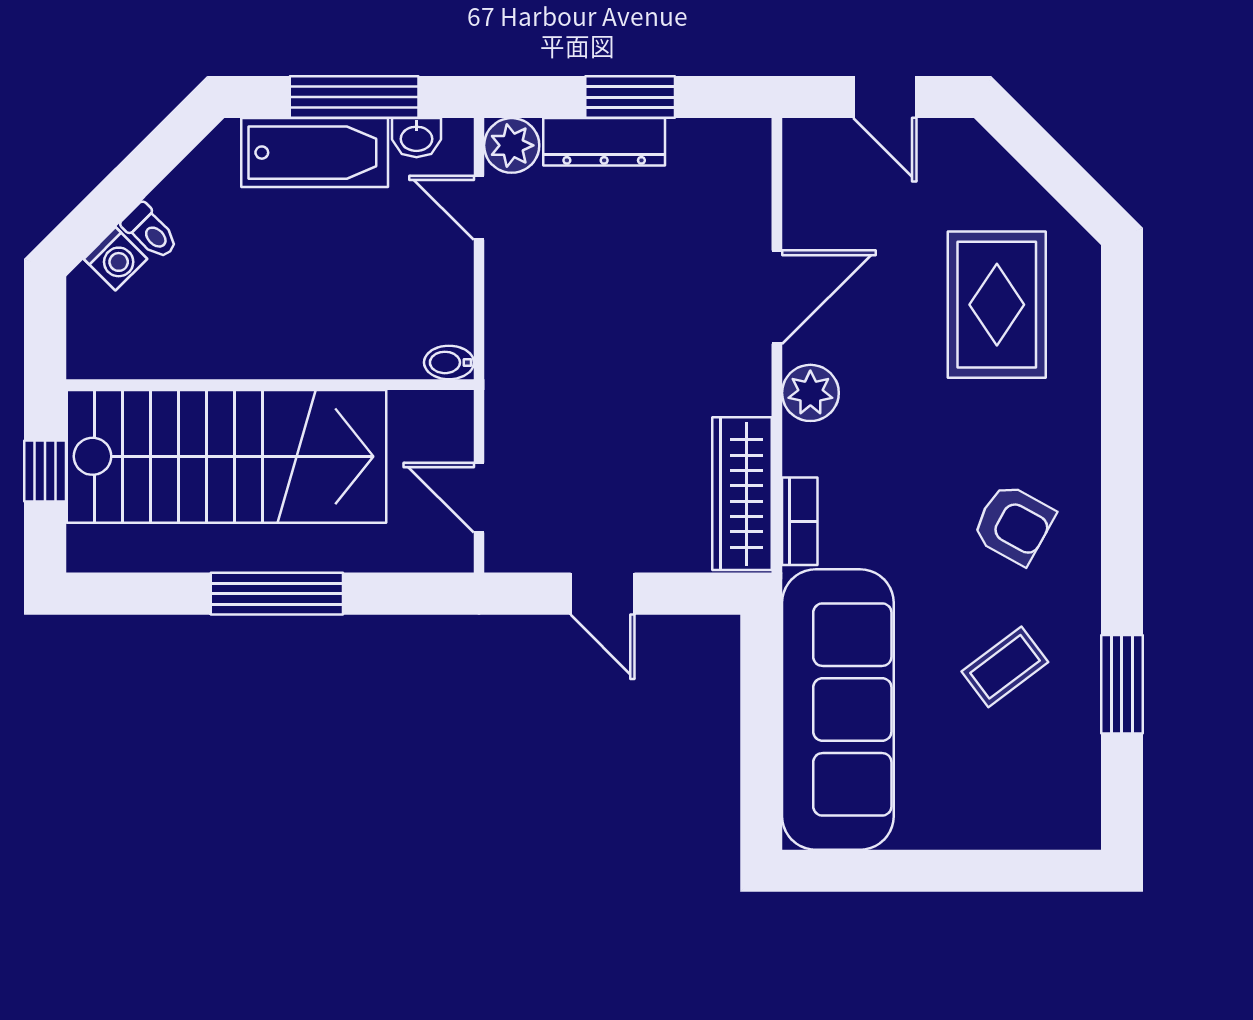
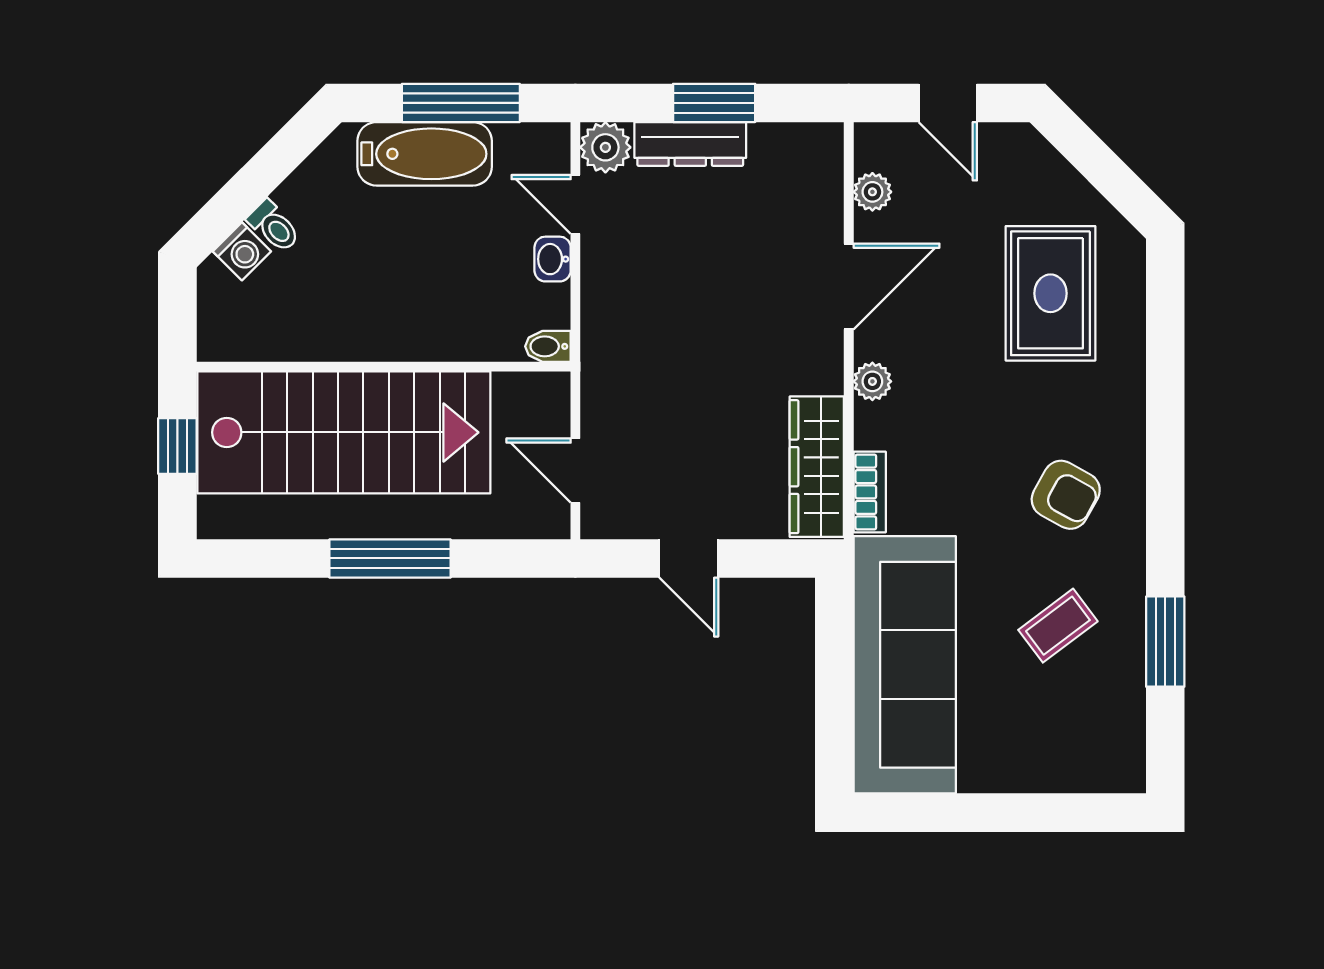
washbasin: (416, 138) -> (553, 259), moved, turned 90
plant: (803, 194) -> (872, 192), added
plant: (810, 393) -> (872, 381), width x0.73, depth x0.73

